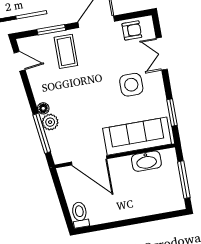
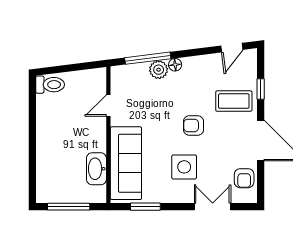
window: (51, 30) -> (261, 89), width x0.67
armchair: (94, 83) -> (193, 125), added
door: (89, 160) -> (108, 105), width x0.53

